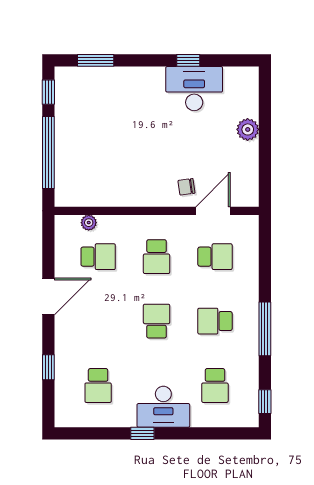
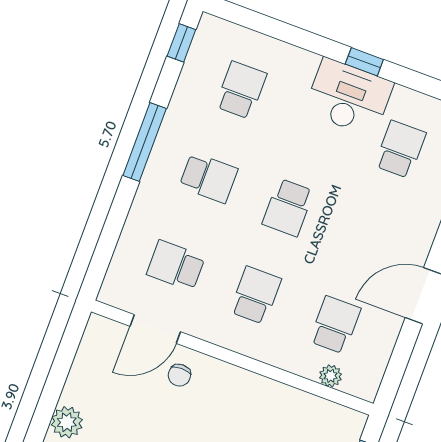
chair: (186, 187) -> (179, 375), turned 98
school desk: (98, 257) -> (335, 325), turned 90
desk: (163, 407) -> (349, 97), moved

